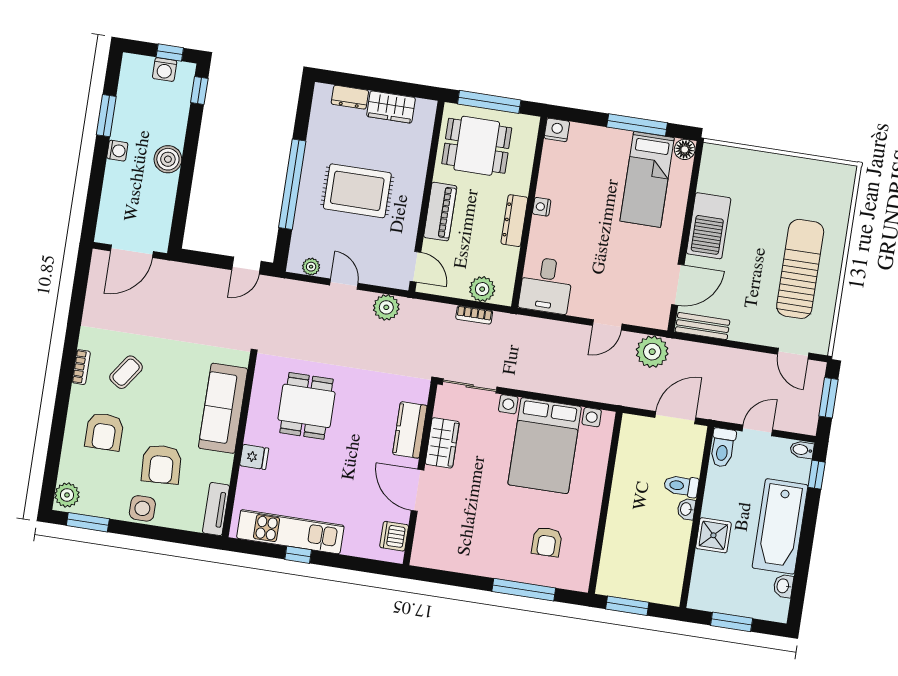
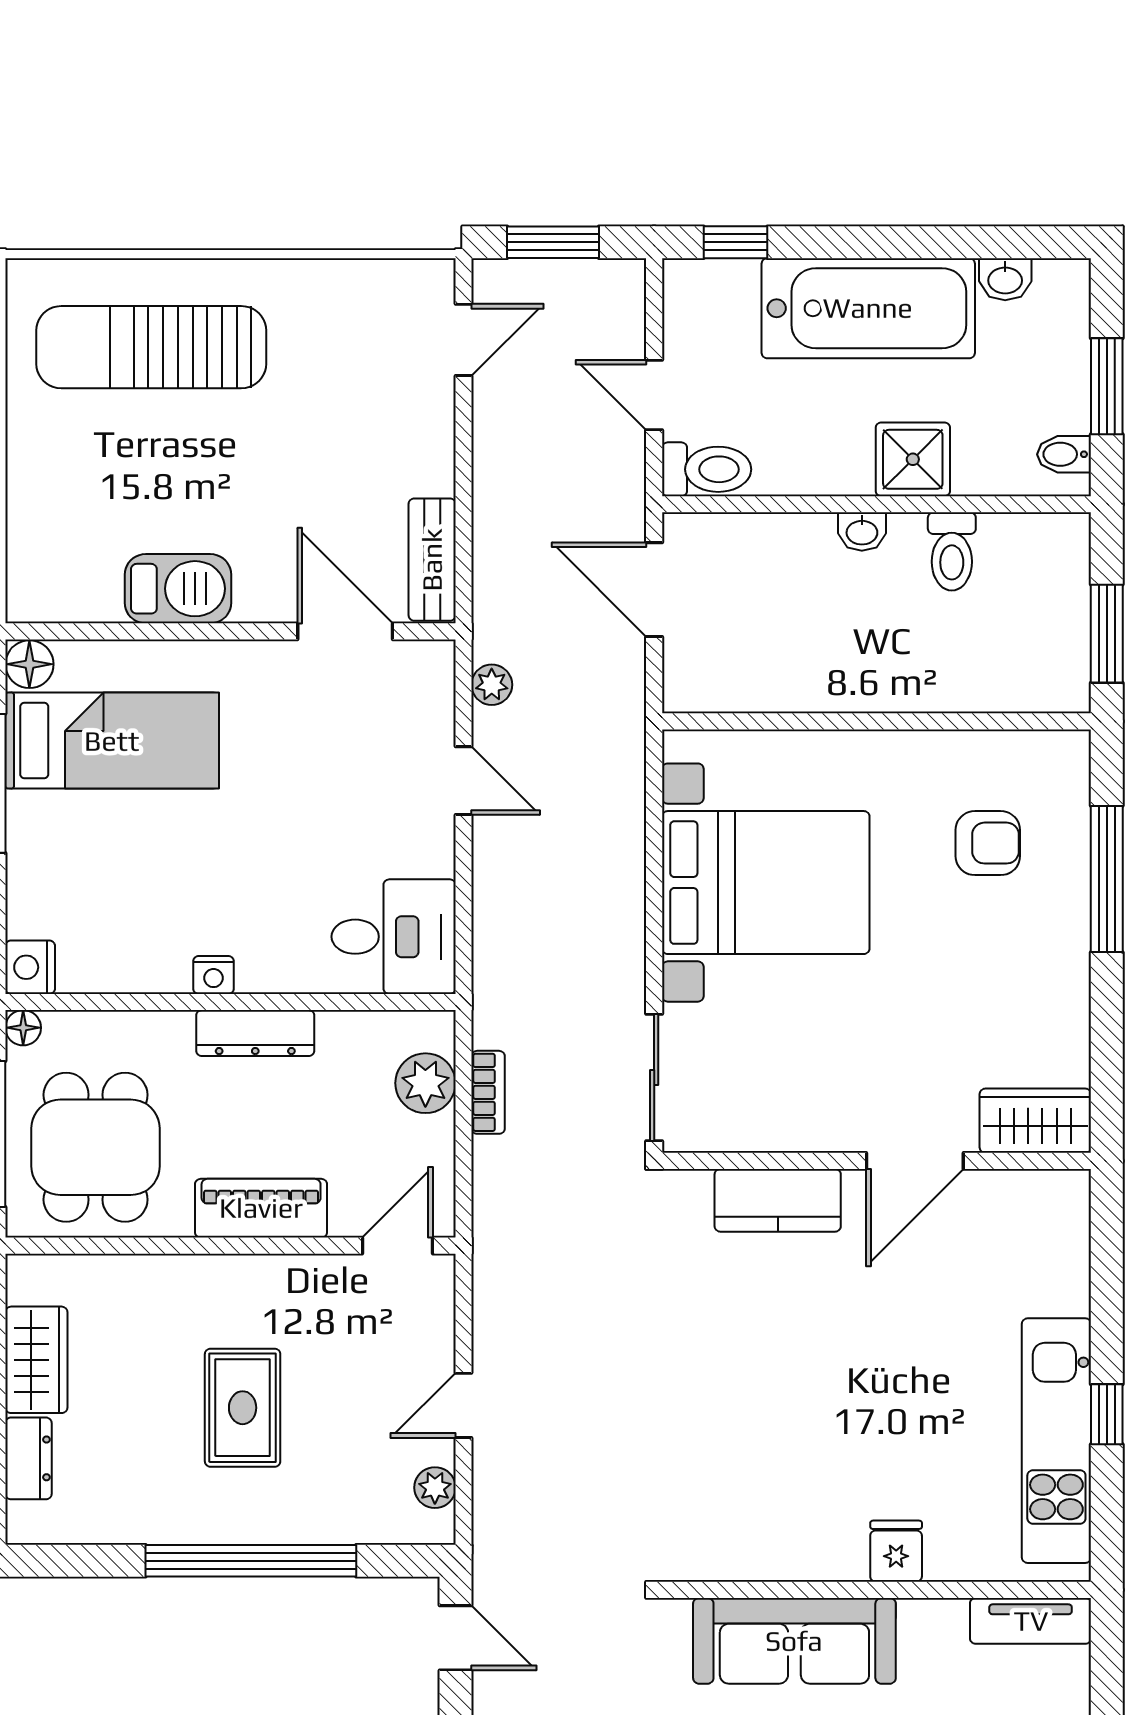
floor lamp: (532, 123) -> (23, 1028), added
rug: (357, 191) -> (243, 1408), width x0.73, depth x0.70
barbecue: (709, 226) -> (178, 589), width x0.73, depth x0.83
sun lounger: (800, 269) -> (151, 347), moved
plant: (386, 307) -> (502, 1299), removed
plant: (652, 352) -> (492, 685), width x0.53, depth x0.53
dining table: (306, 406) -> (759, 1448), removed
wardrobe: (442, 443) -> (1035, 1121), moved
bidet: (802, 450) -> (1064, 454), moved, turned 90
toilet: (681, 486) -> (952, 551), moved
dishwasher: (394, 536) -> (1029, 1198), removed

